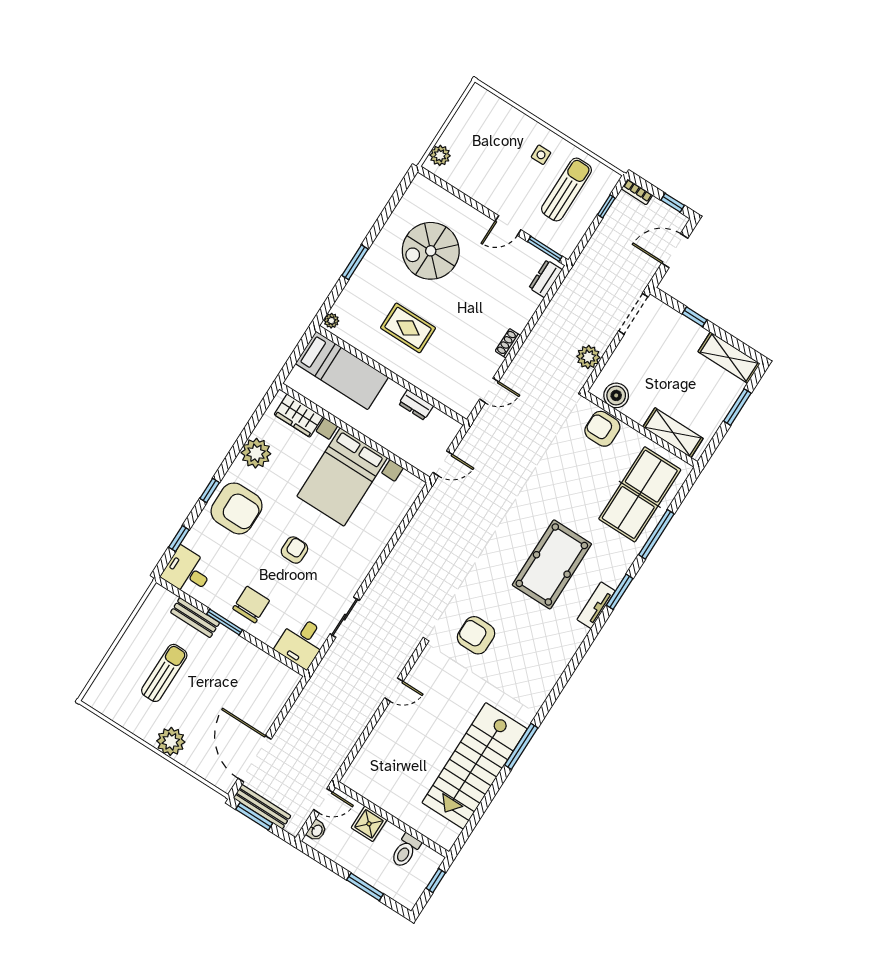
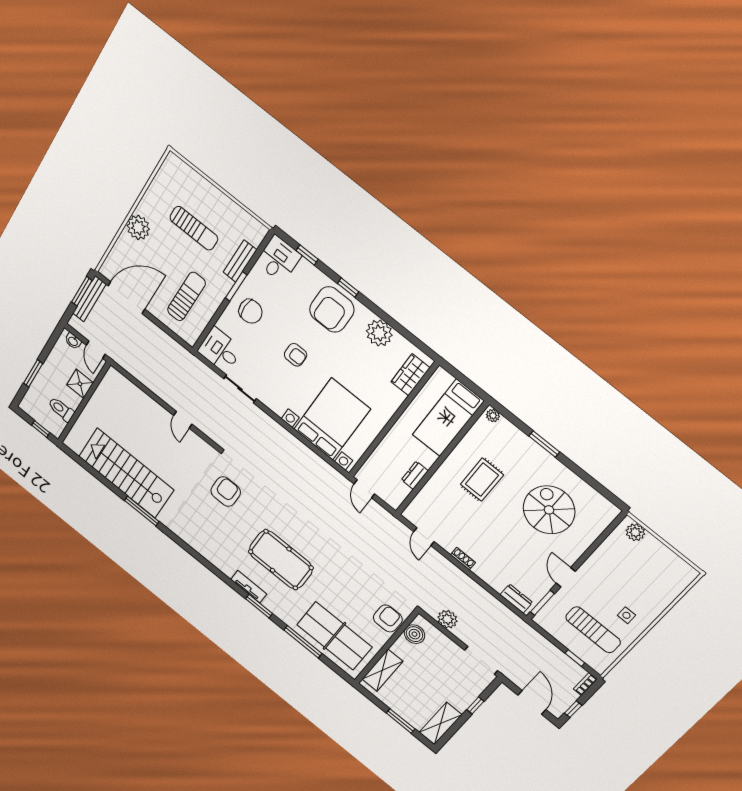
bed with nightstands: (342, 477) -> (332, 419), moved, turned 90
sun lounger: (244, 683) -> (186, 297), added

